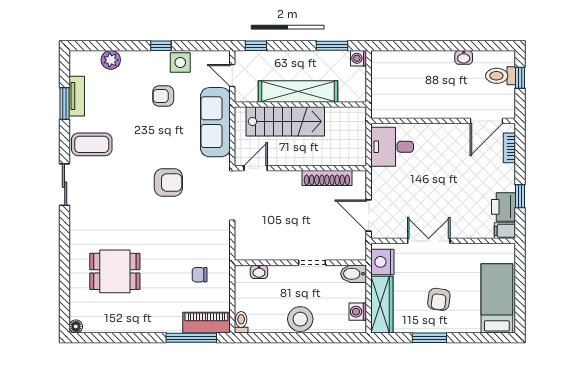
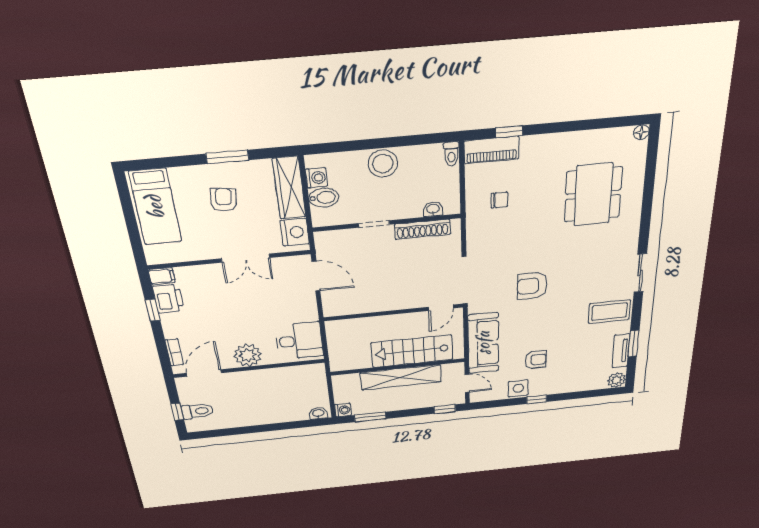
washbasin: (464, 57) -> (318, 413), moved
plant: (111, 60) -> (617, 380), moved
plant: (442, 136) -> (248, 355), added
shoe rack: (327, 178) -> (423, 229), moved, turned 180
dining table: (115, 271) -> (593, 195), width x1.38
bidet: (353, 274) -> (324, 198), moved
window: (191, 338) -> (509, 132), width x0.46

